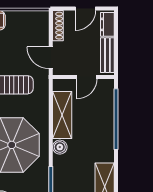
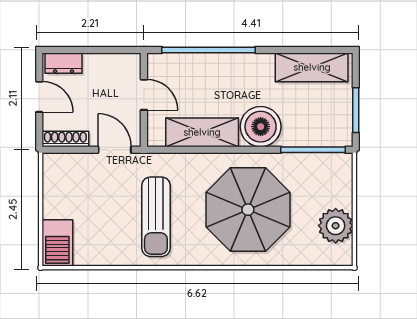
bench: (107, 55) -> (111, 63), removed
door: (51, 58) -> (115, 150), swing flipped
boiler: (60, 147) -> (261, 127), width x1.86, depth x1.86

